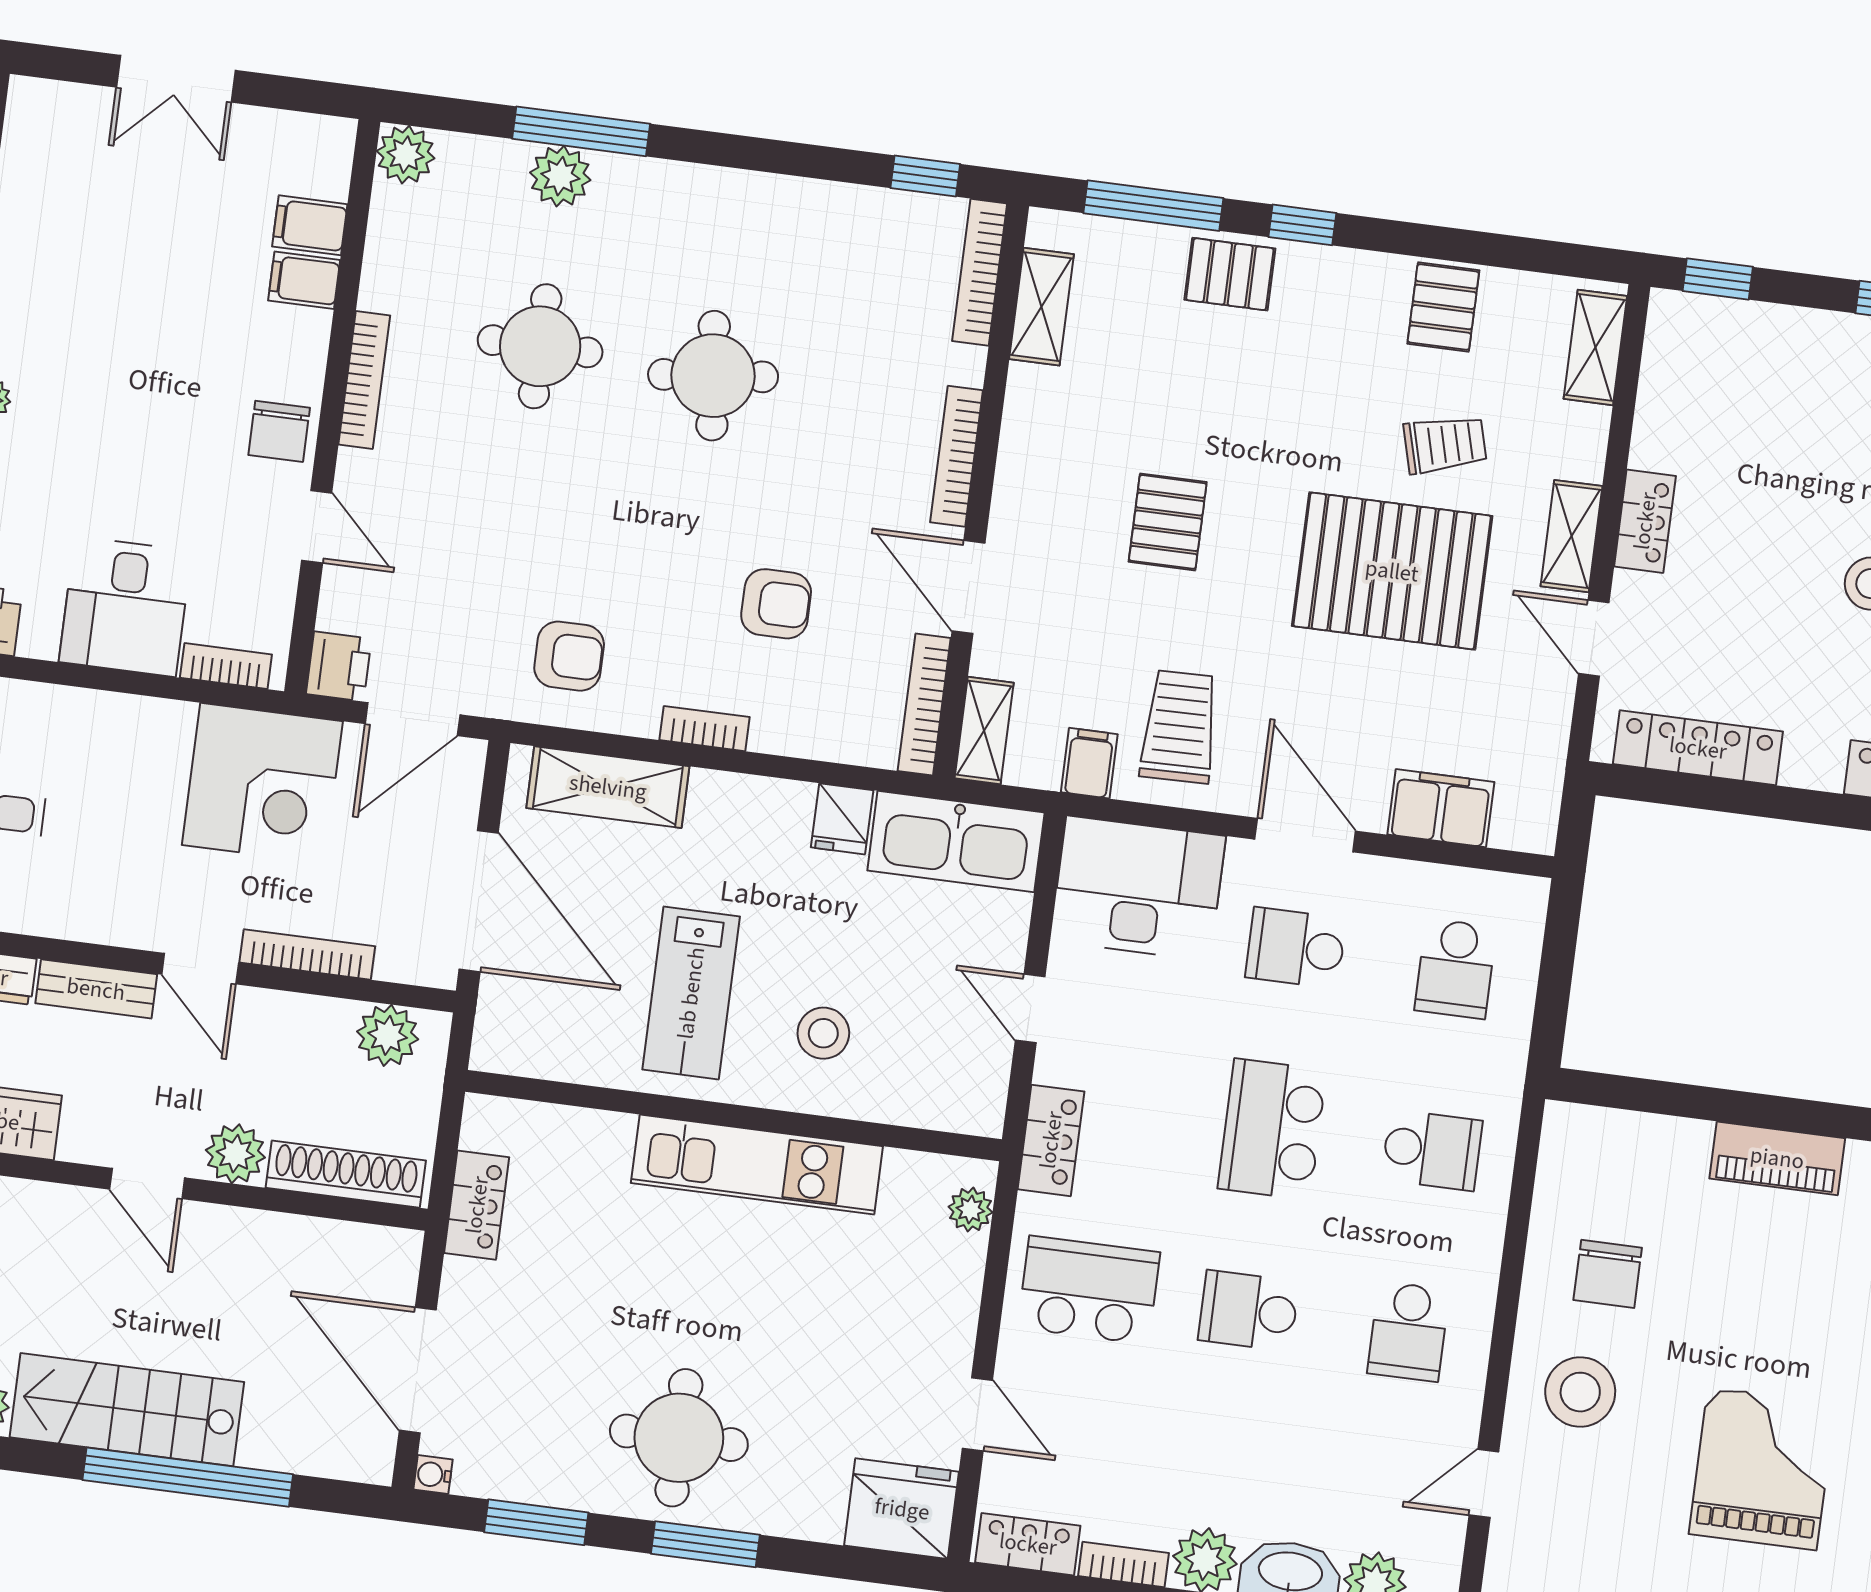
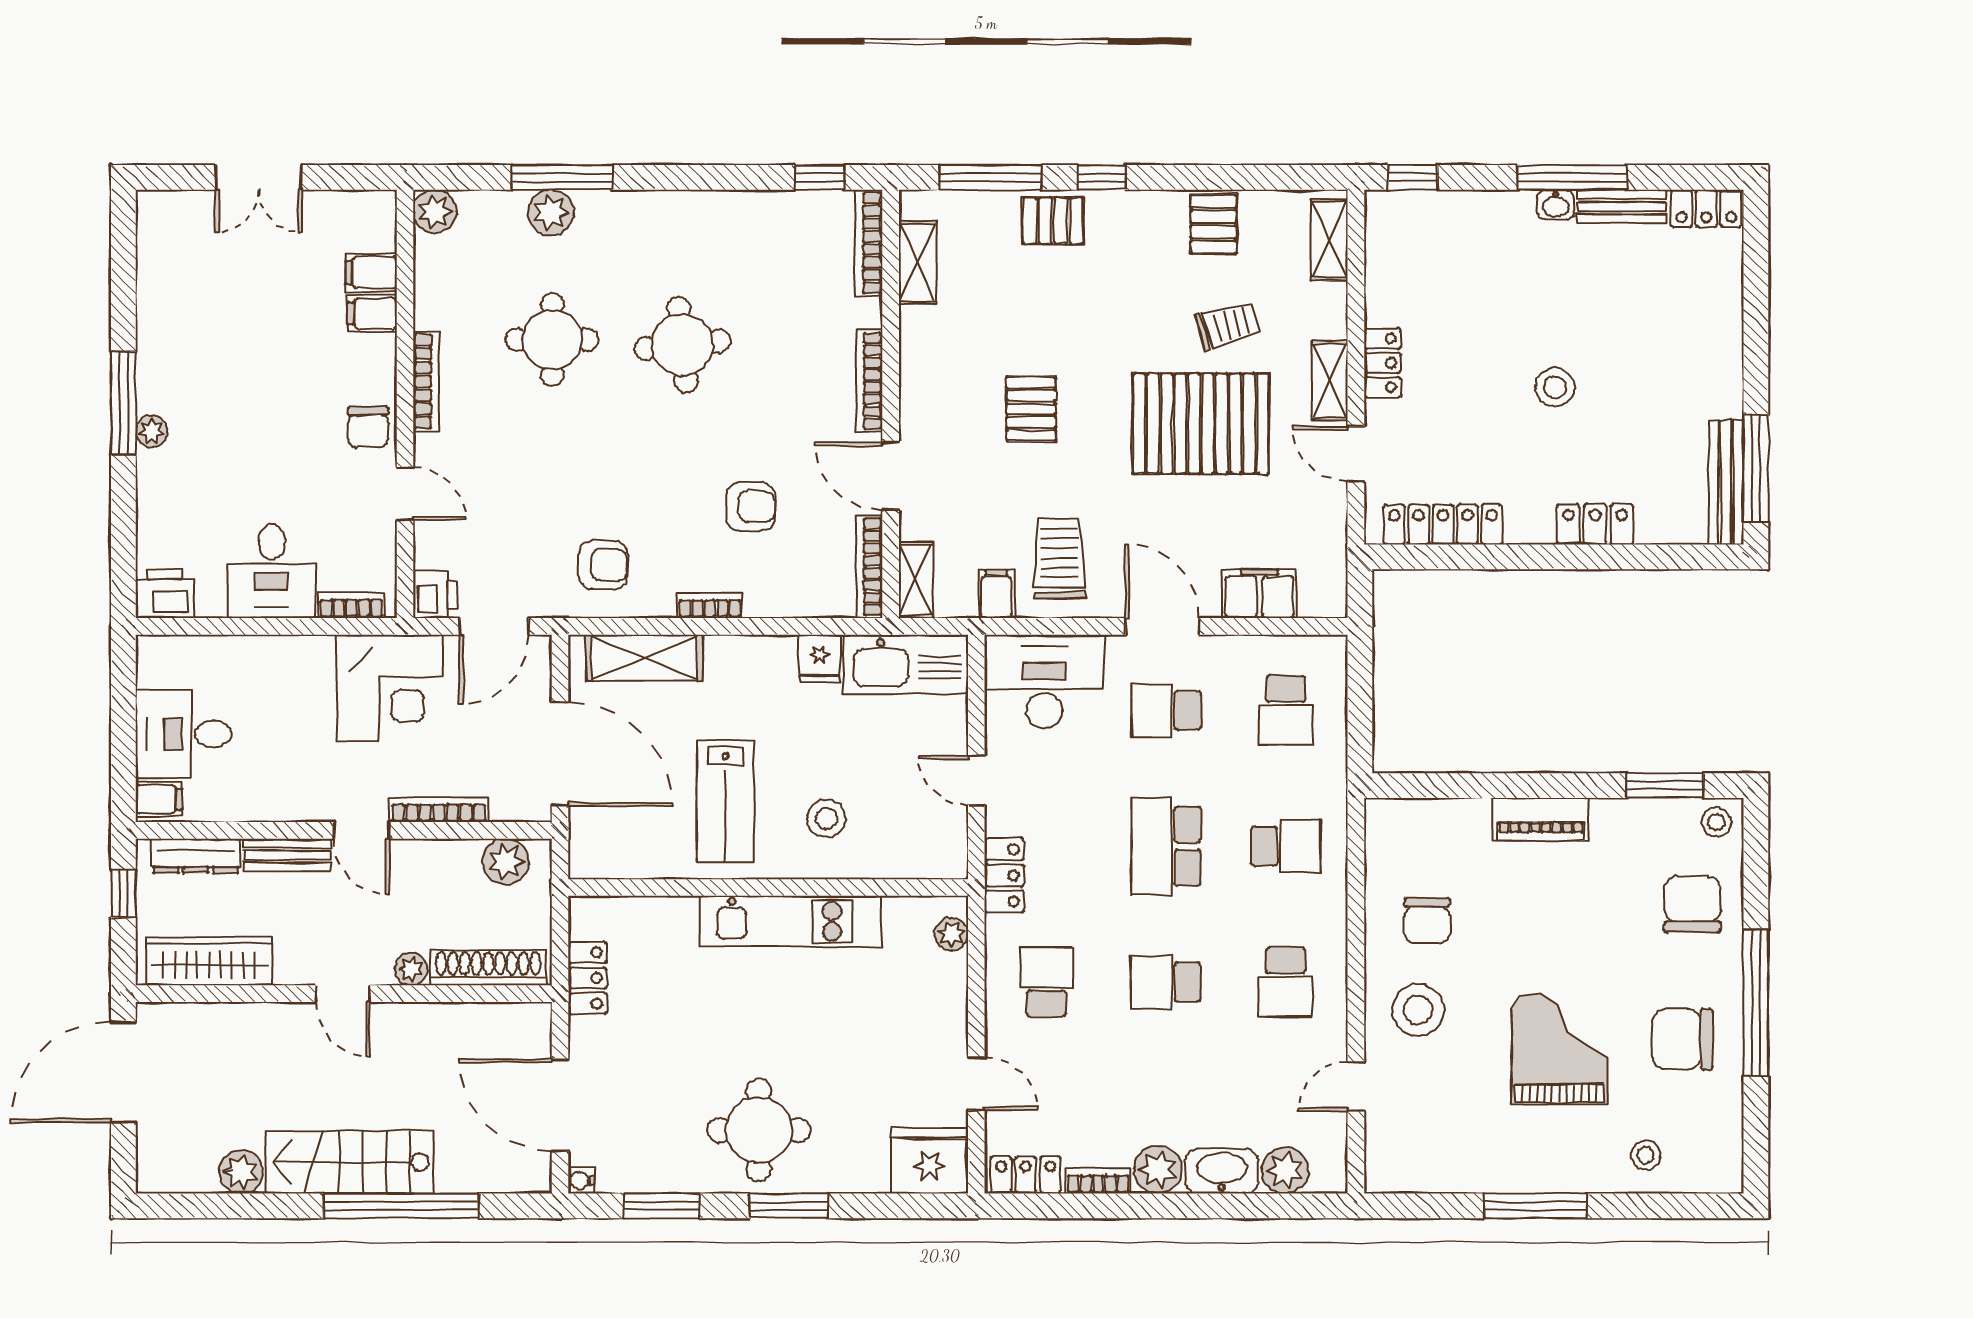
plant: (235, 1154) -> (411, 969), width x0.73, depth x0.73
school desk: (1089, 1290) -> (1046, 982), width x0.54

